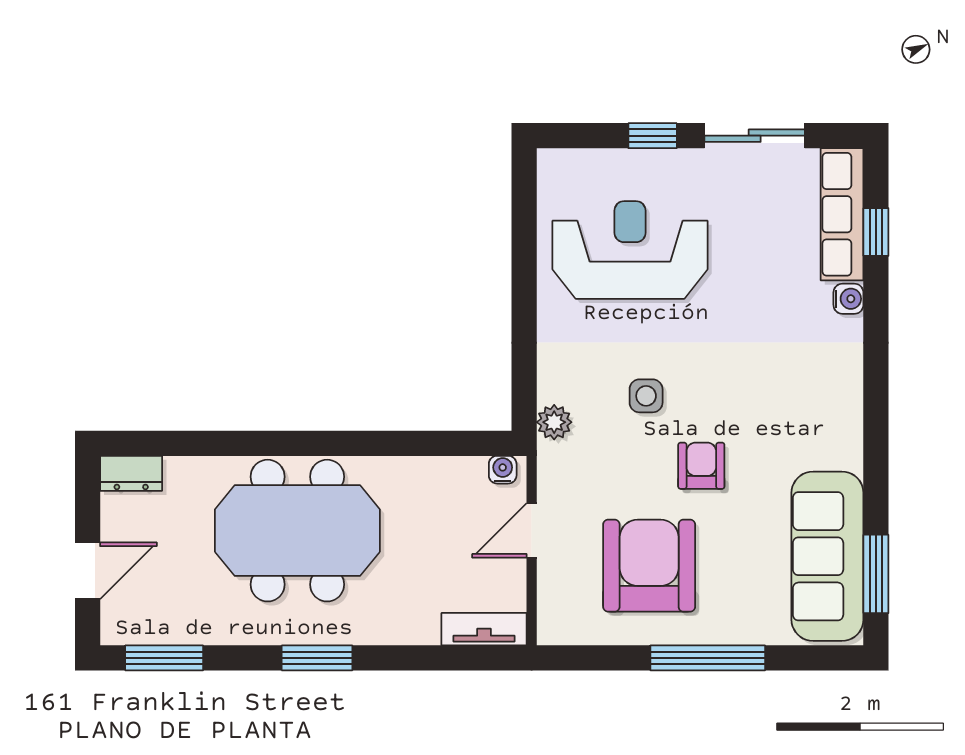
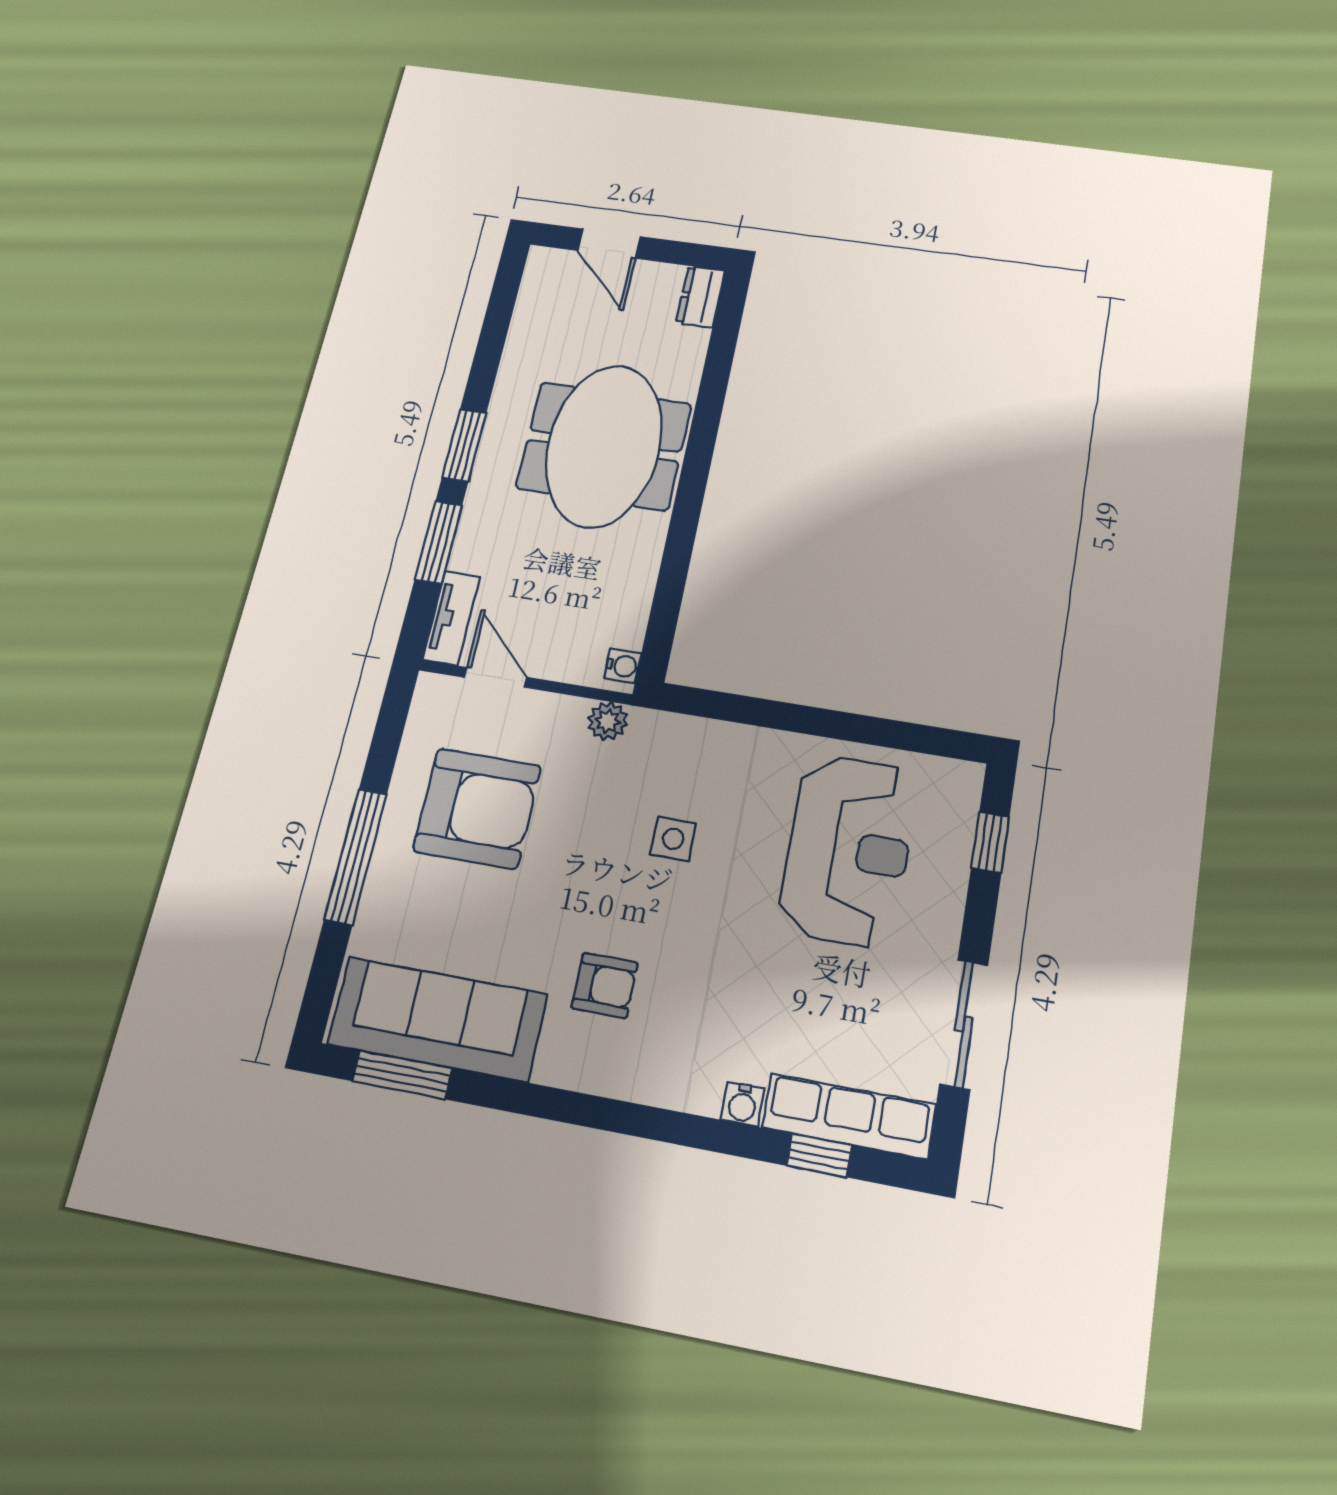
window: (653, 136) -> (990, 842), moved
plant: (554, 422) -> (608, 721), moved
armchair: (701, 466) -> (605, 985), moved
door: (532, 530) -> (495, 677), moved
window: (164, 658) -> (439, 542), moved

